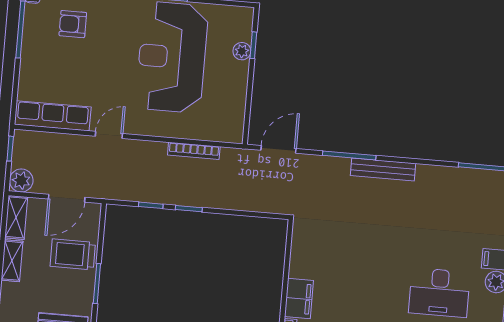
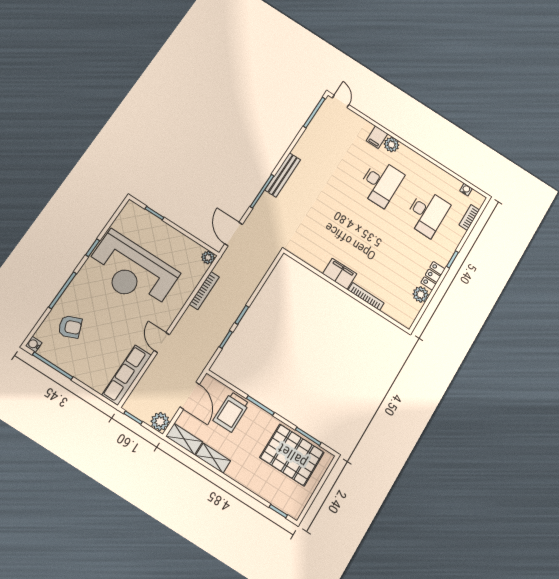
armchair: (73, 24) -> (70, 327), turned -112
plant: (242, 51) -> (208, 258), moved

